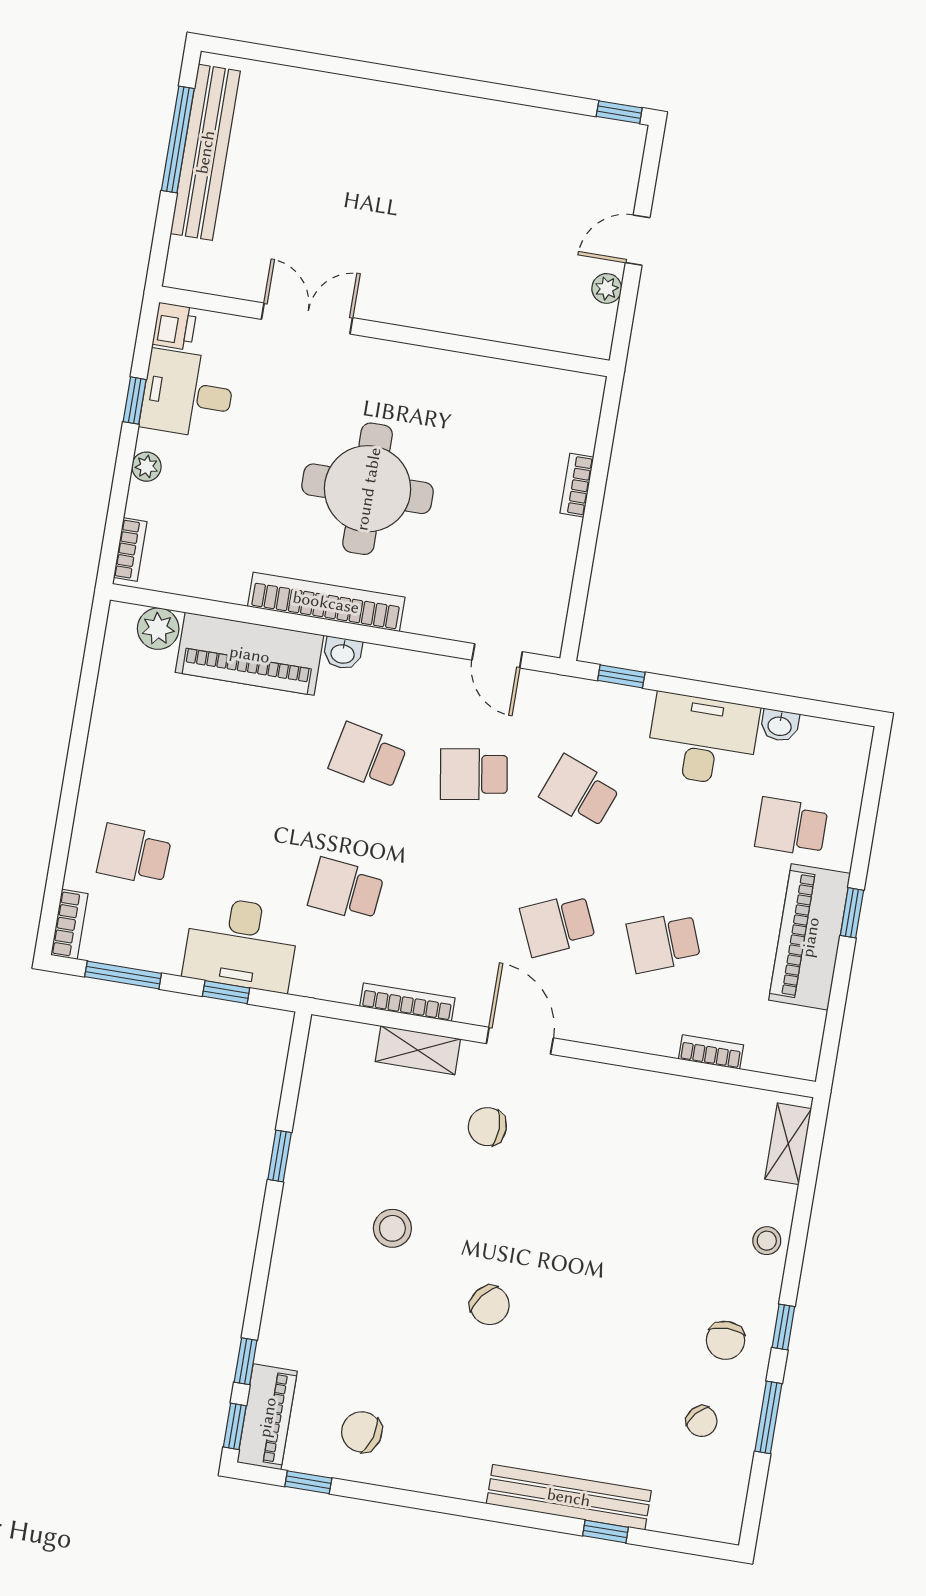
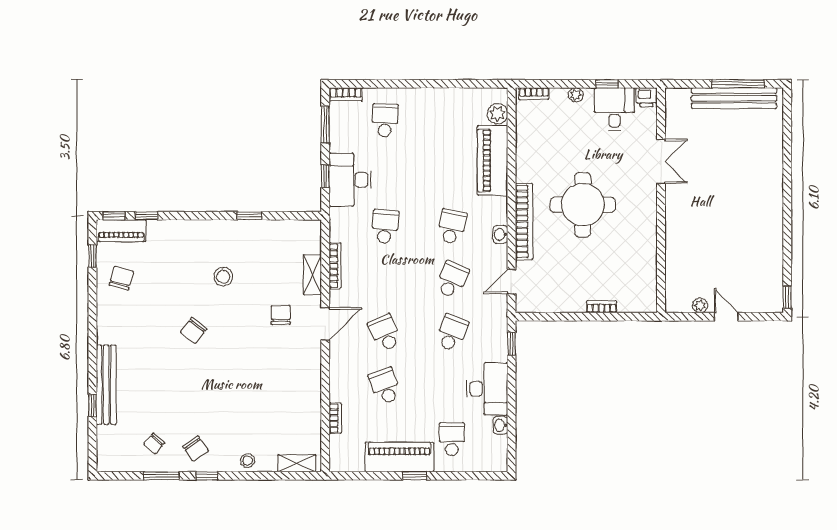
bookcase: (326, 602) -> (524, 222), moved
washbasin: (343, 653) -> (500, 234), moved
school desk: (474, 774) -> (452, 280), turned 33
chair: (726, 1340) -> (196, 449), turned -125

